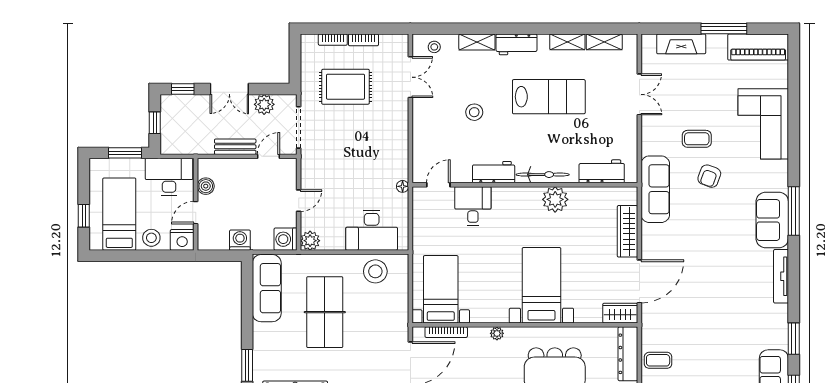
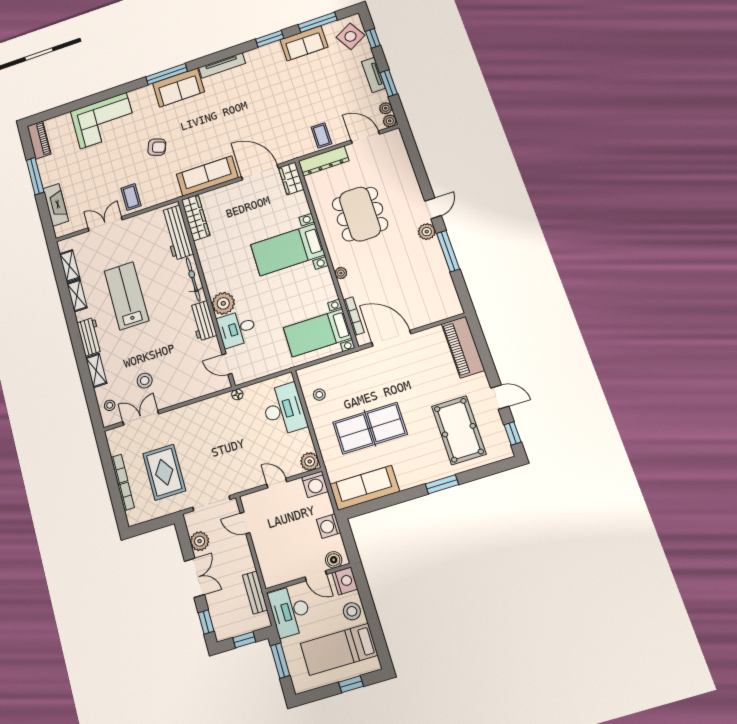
piano: (758, 47) -> (39, 140), width x0.73, depth x0.75
stool: (474, 112) -> (145, 381), moved
coffee table: (697, 139) -> (131, 197), moved
bench: (235, 147) -> (255, 593), moved
workbench: (602, 171) -> (177, 233), width x1.37
boiler: (206, 186) -> (334, 560), moved
sofa: (655, 189) -> (207, 176), moved
plant: (555, 199) -> (223, 303), moved
wardrobe: (627, 231) -> (196, 218), moved, turned -90
stool: (375, 271) -> (319, 395), width x0.53, depth x0.53

